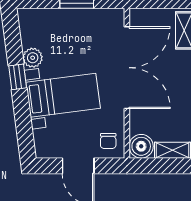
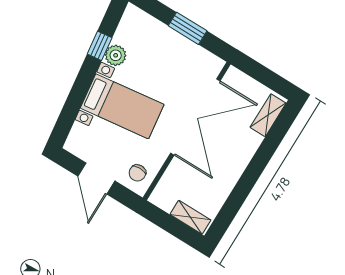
window: (18, 77) -> (100, 46), moved
boiler: (141, 146) -> (164, 196), removed

